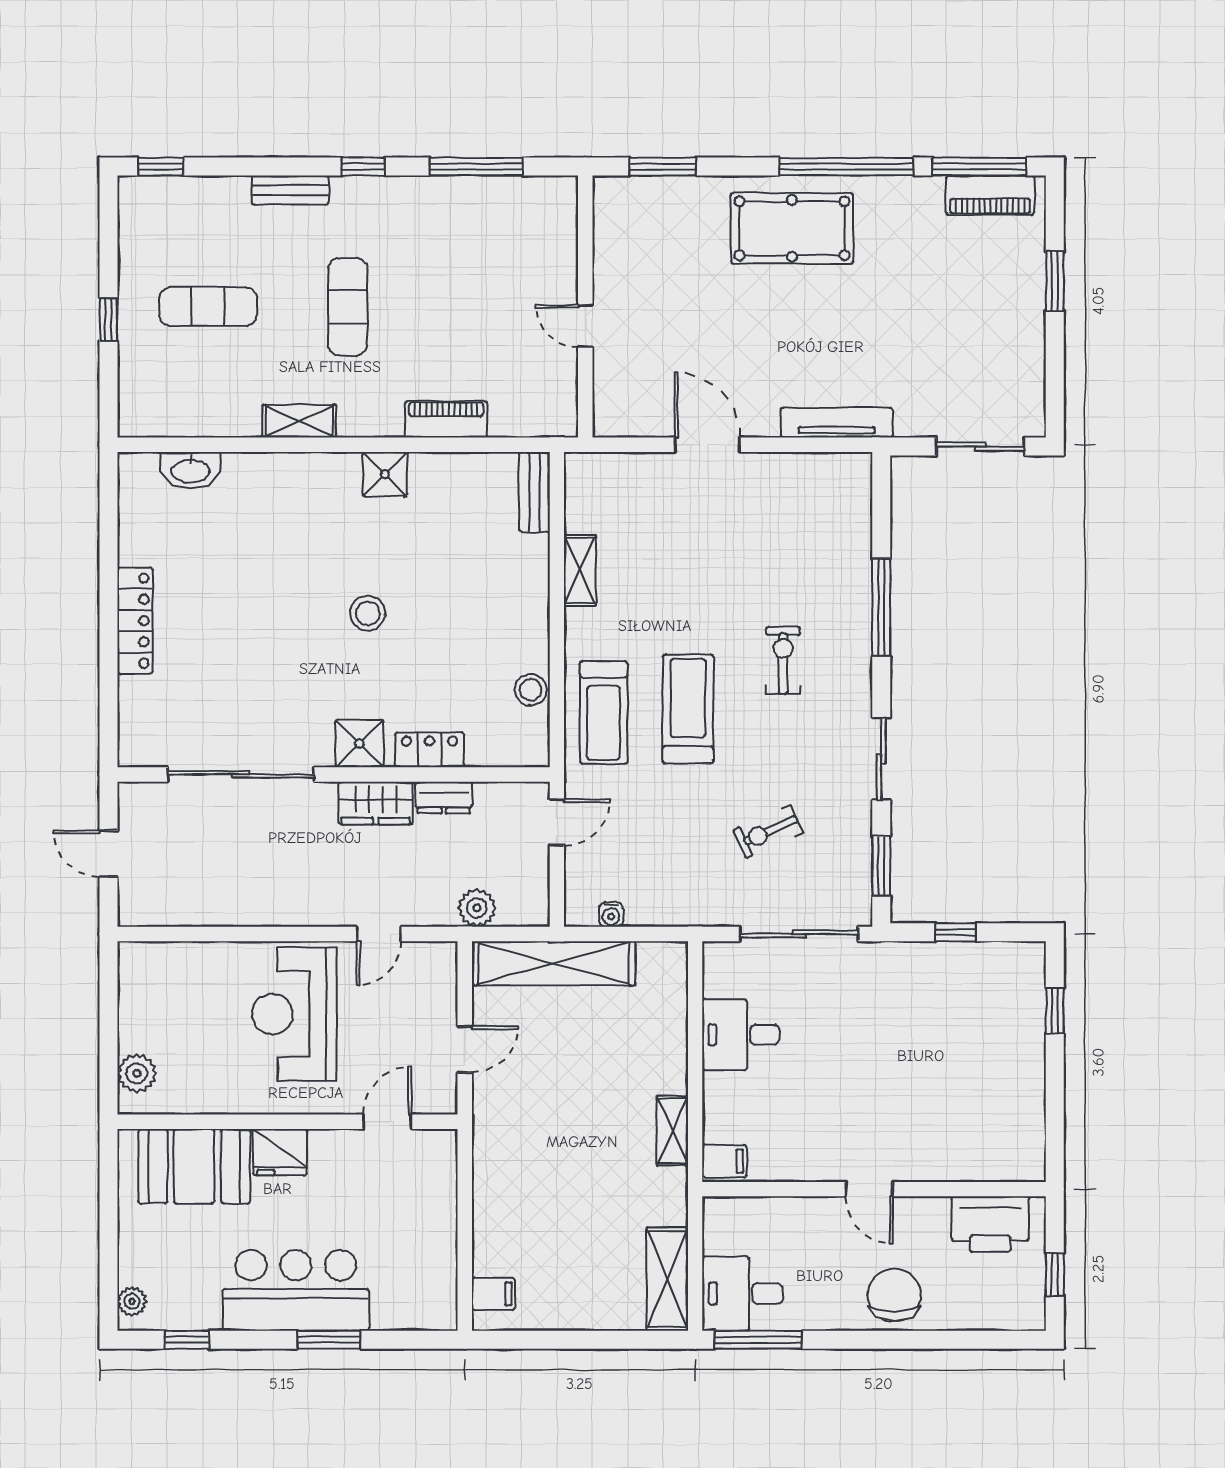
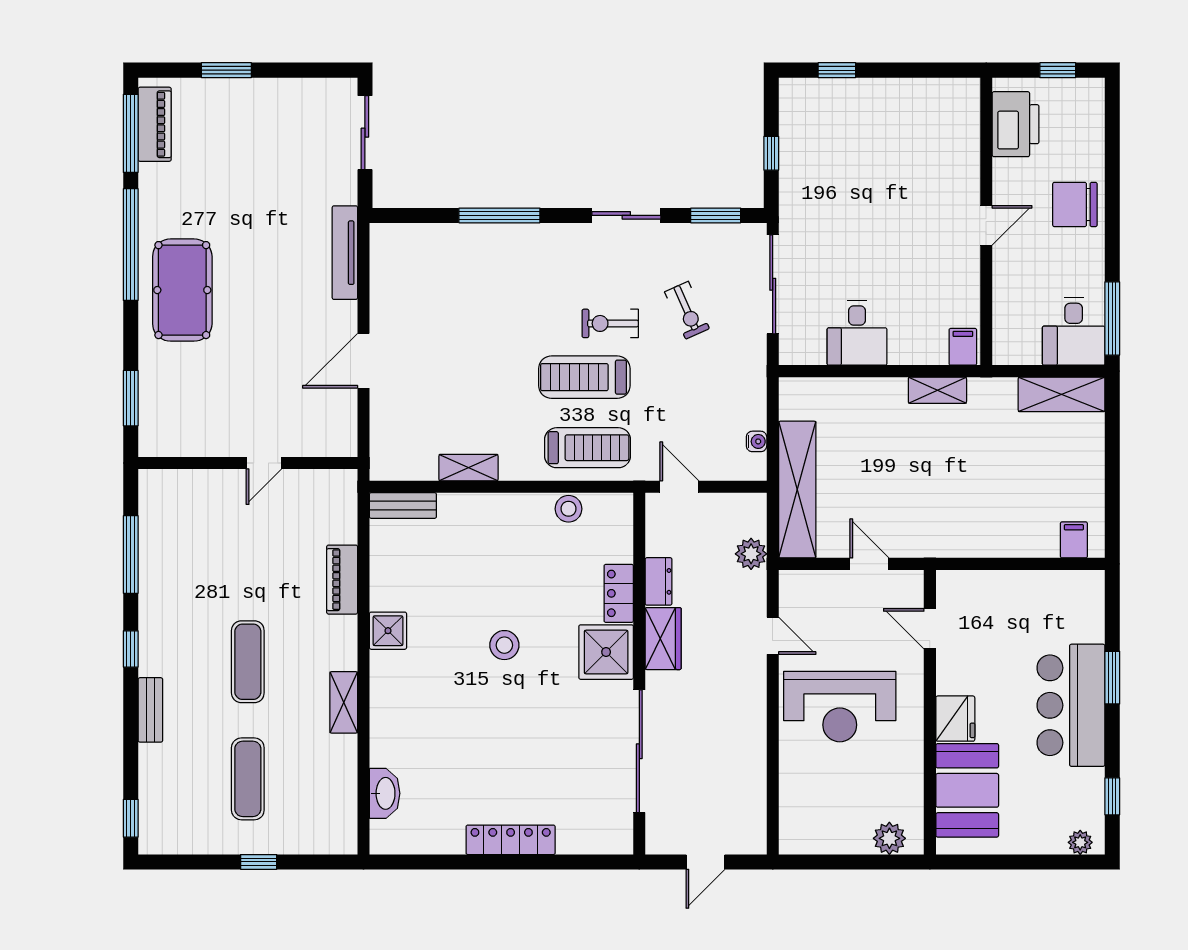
exercise mat: (348, 307) -> (248, 662), turned 90
exercise bike: (783, 660) -> (610, 323), moved
shower: (359, 743) -> (606, 652), width x1.36, depth x1.36

